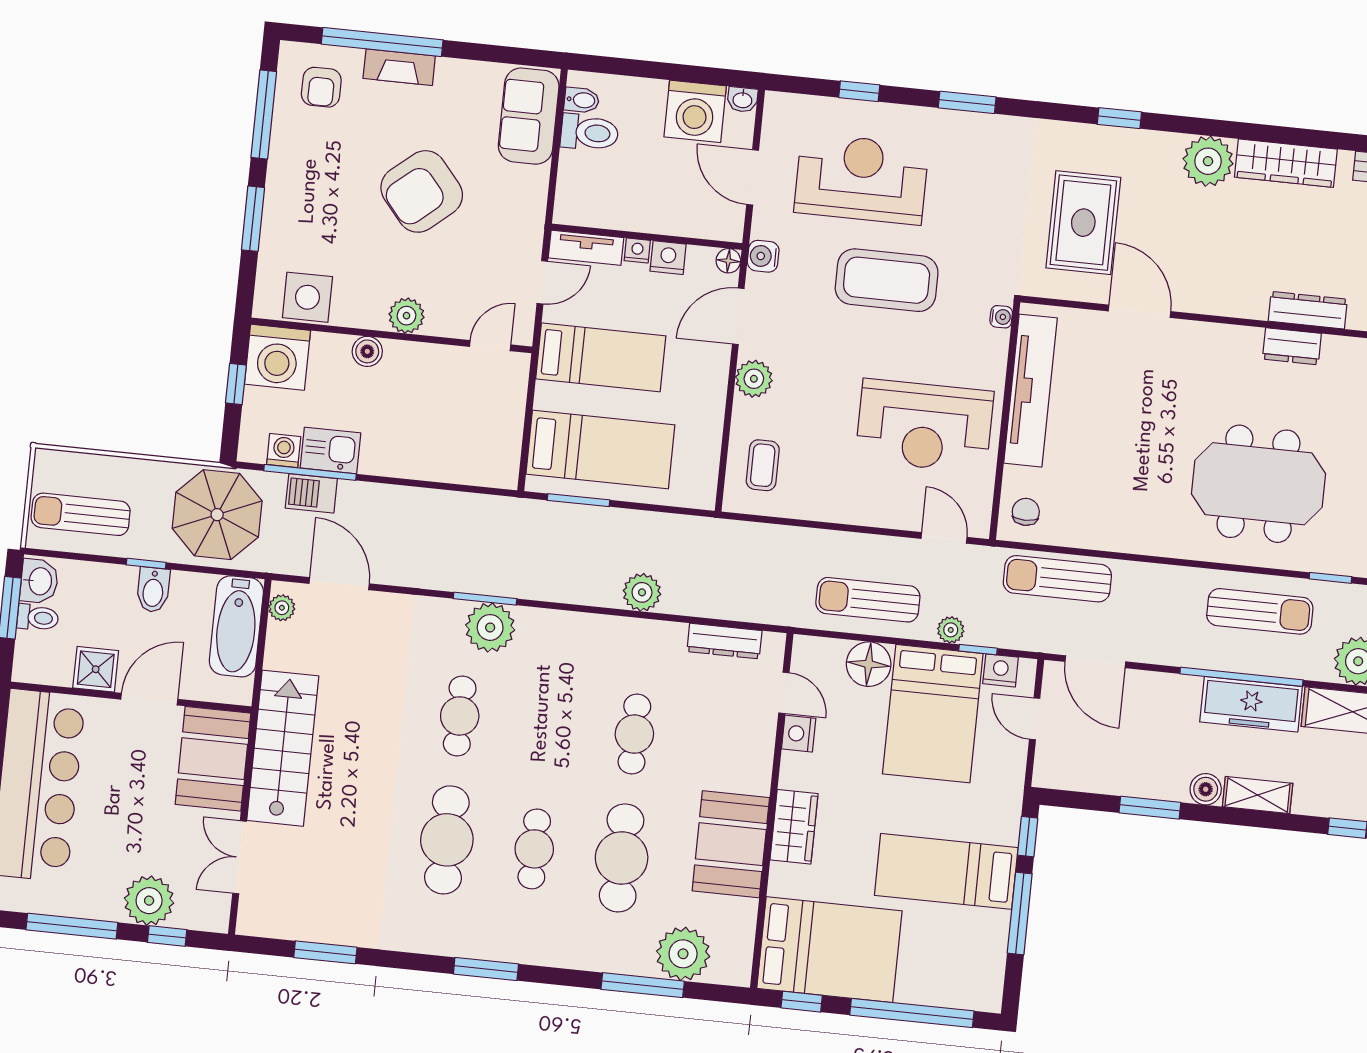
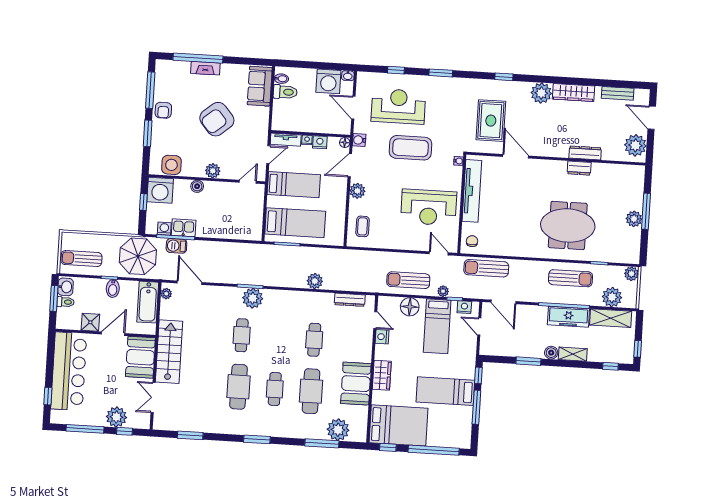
armchair: (321, 87) -> (163, 110), moved
bed: (933, 714) -> (437, 326), width x0.67

